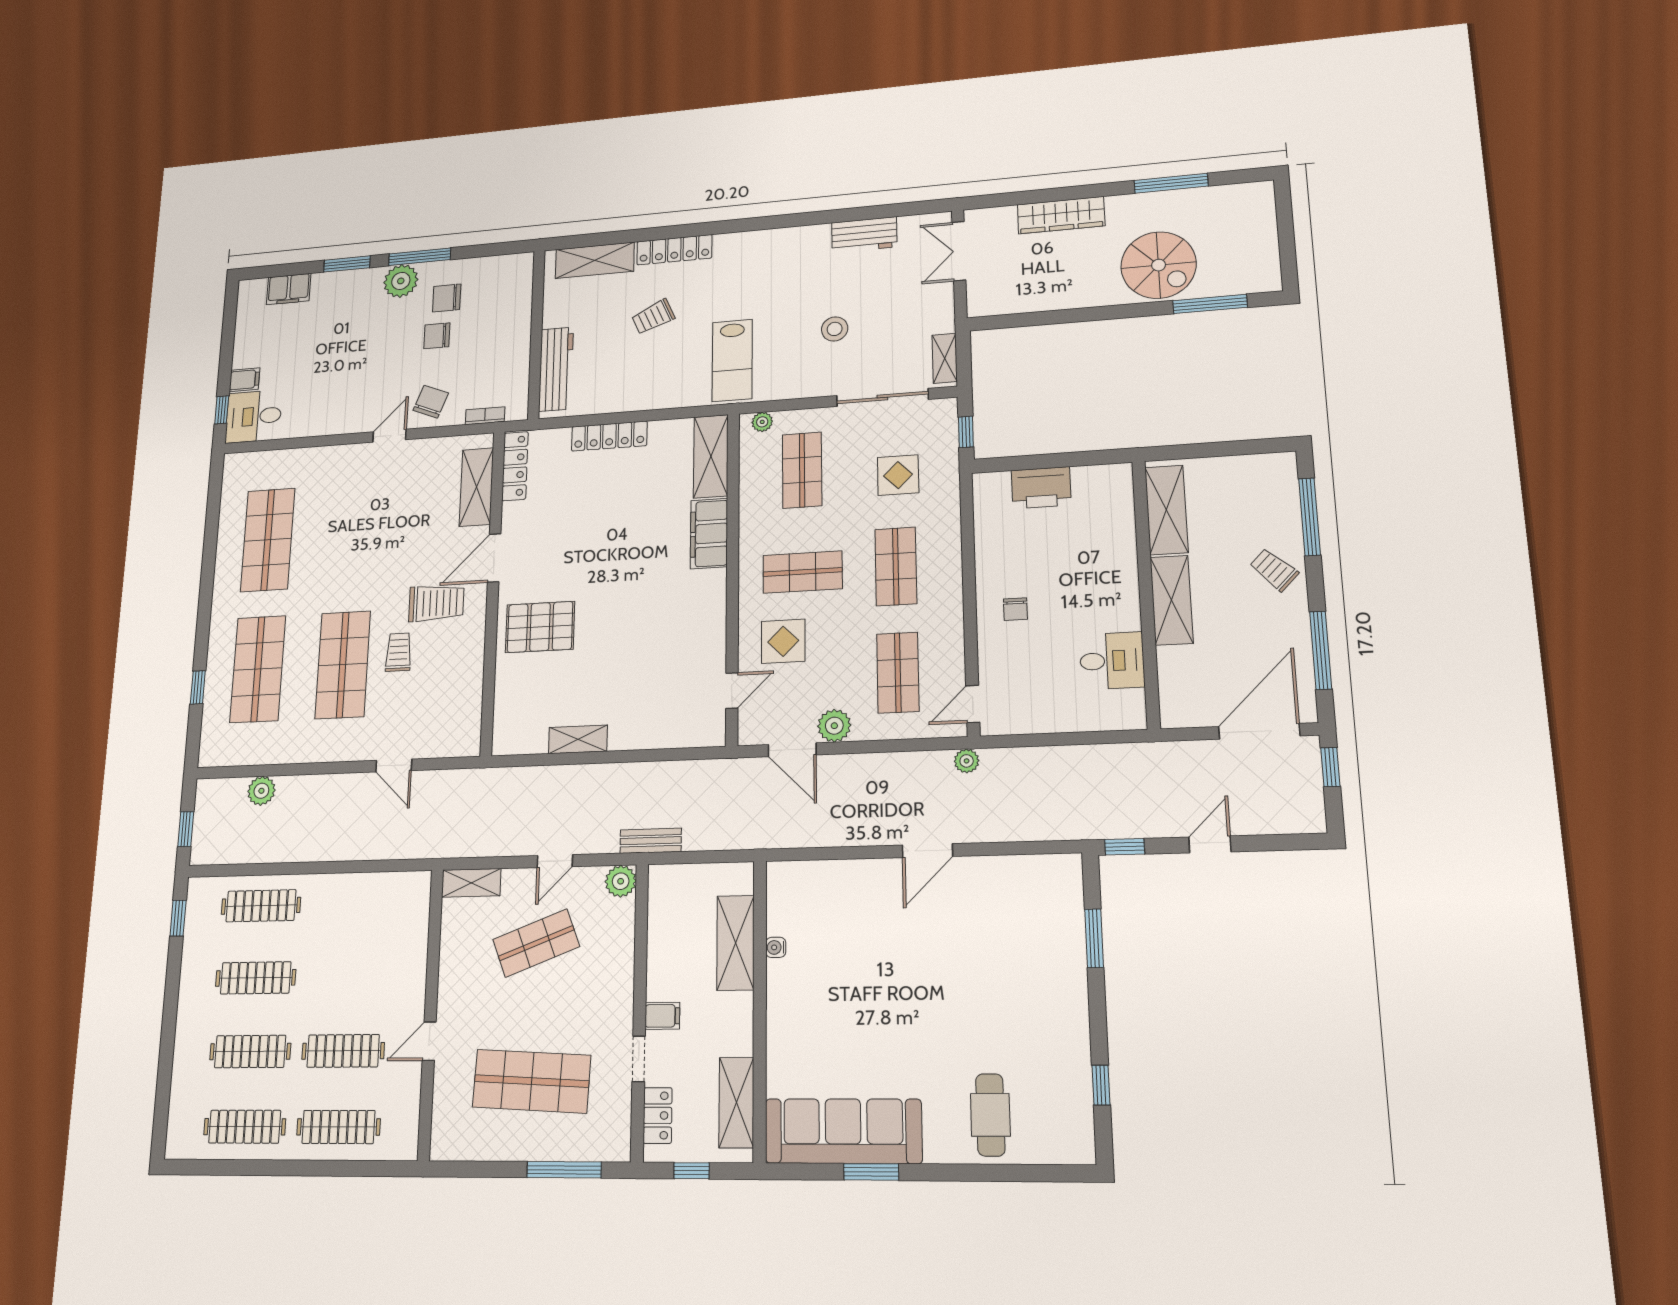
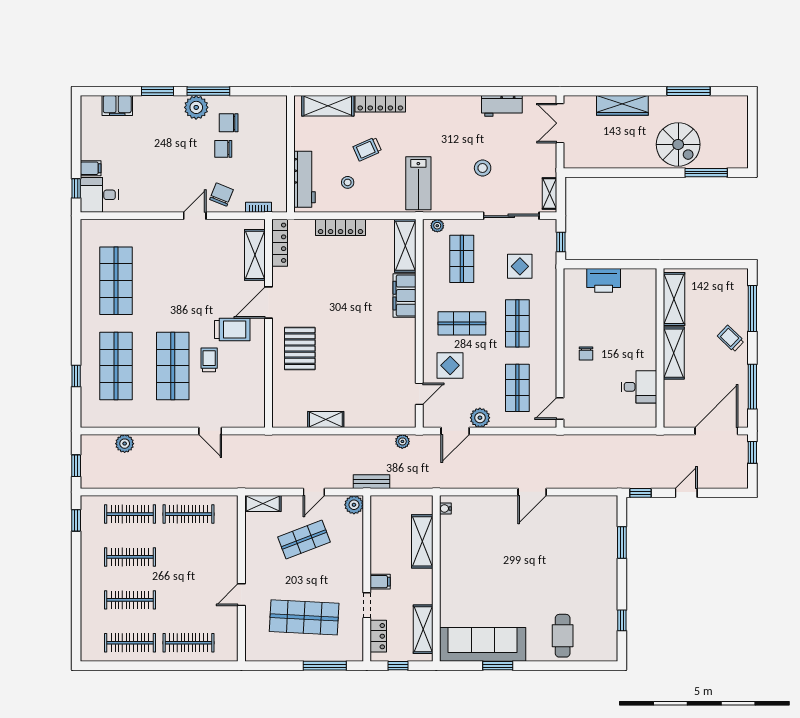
stool: (622, 368) -> (348, 182), added
pallet: (540, 627) -> (300, 349), turned 90
door: (792, 750) -> (455, 431), hinge flipped
plant: (967, 761) -> (402, 441), moved
water cooler: (776, 947) -> (445, 508), moved
clothes rail: (343, 1051) -> (188, 514), moved

